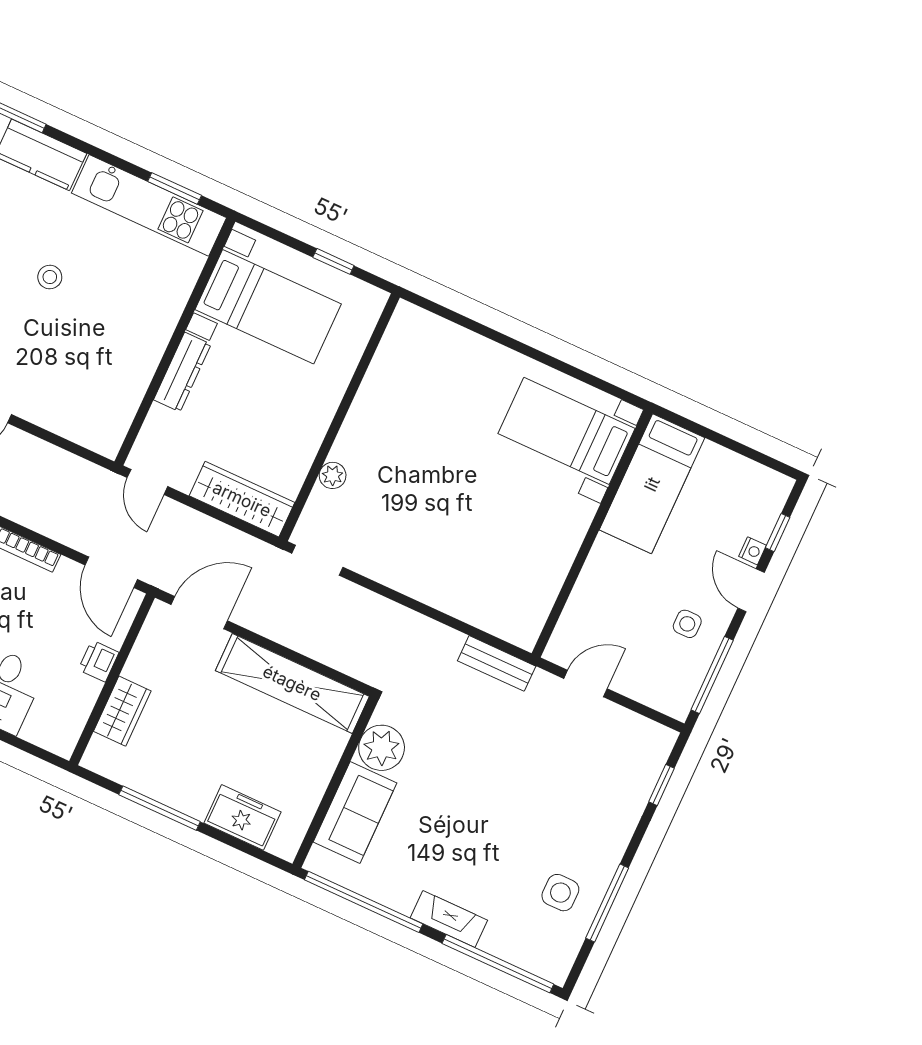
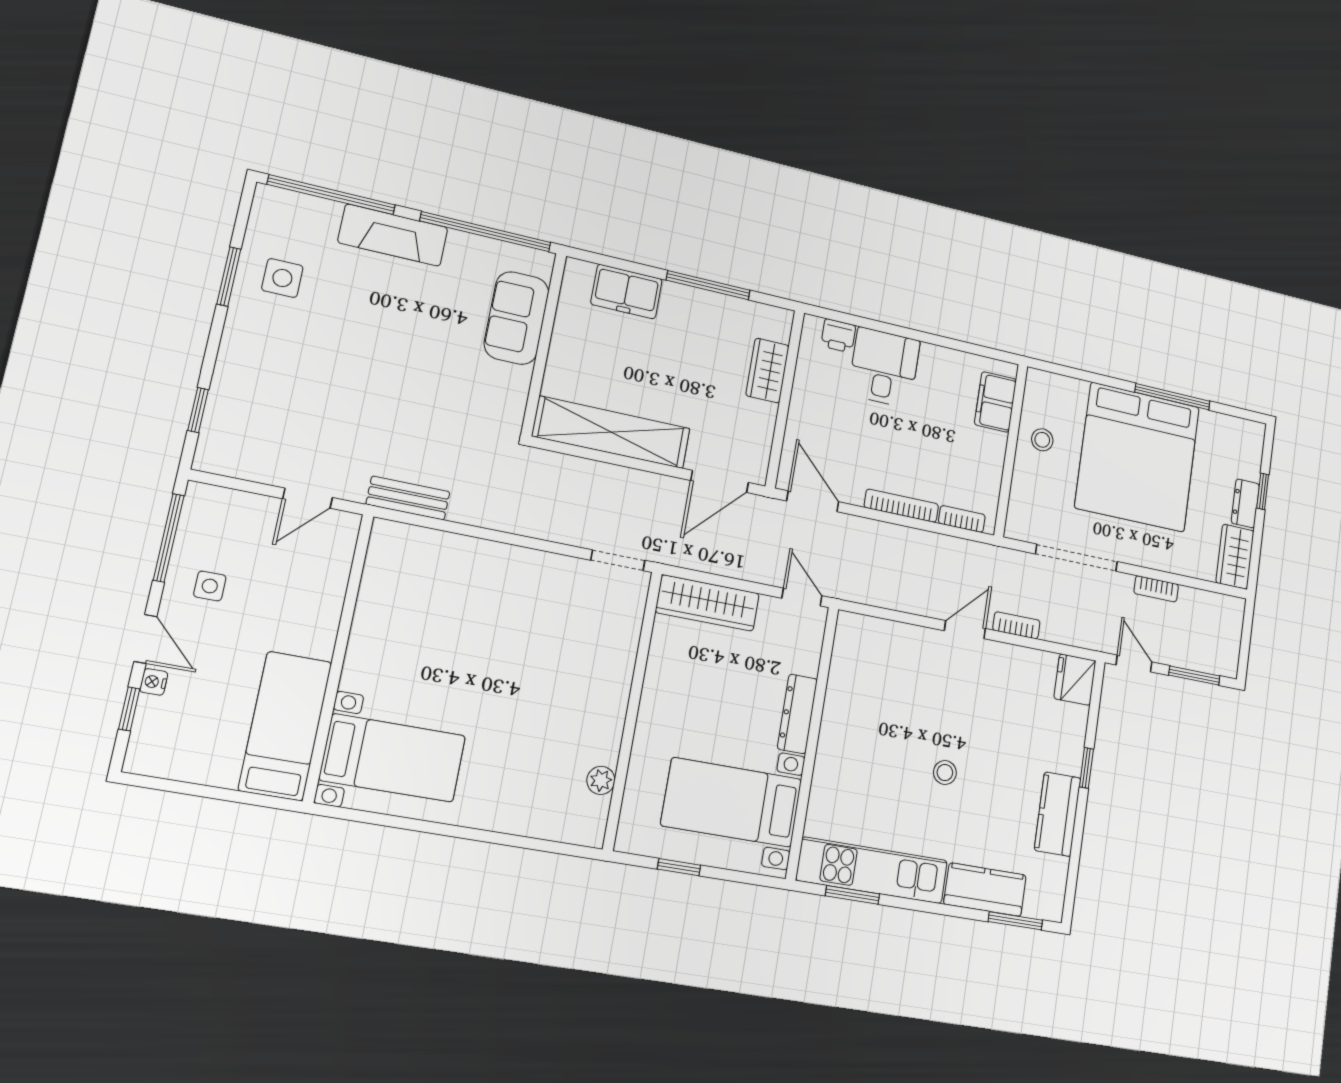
plant: (333, 475) -> (601, 780), moved
printer: (99, 661) -> (838, 336), moved, turned 90
plant: (382, 748) -> (506, 387), removed
window: (607, 903) -> (229, 277), width x0.69
fireplace: (449, 919) -> (393, 235), width x1.37, depth x1.32

